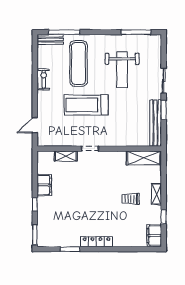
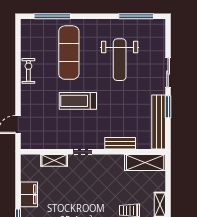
bench: (50, 40) -> (120, 143), moved
treadmill: (86, 105) -> (78, 101), width x0.73, depth x0.73

